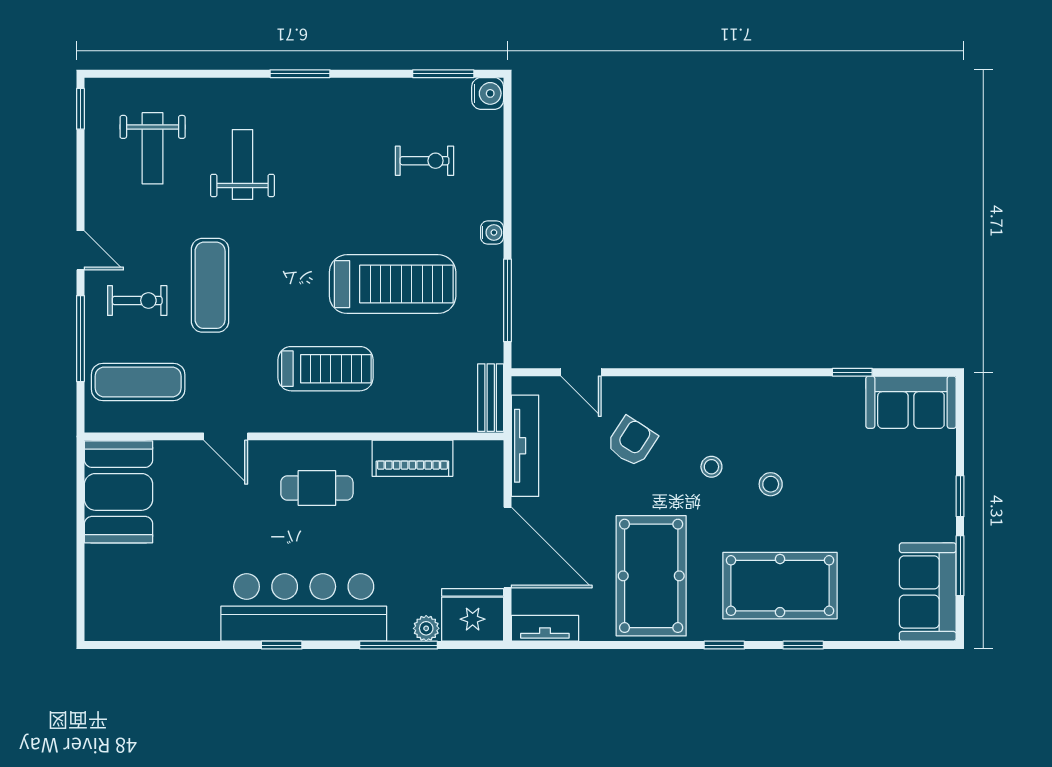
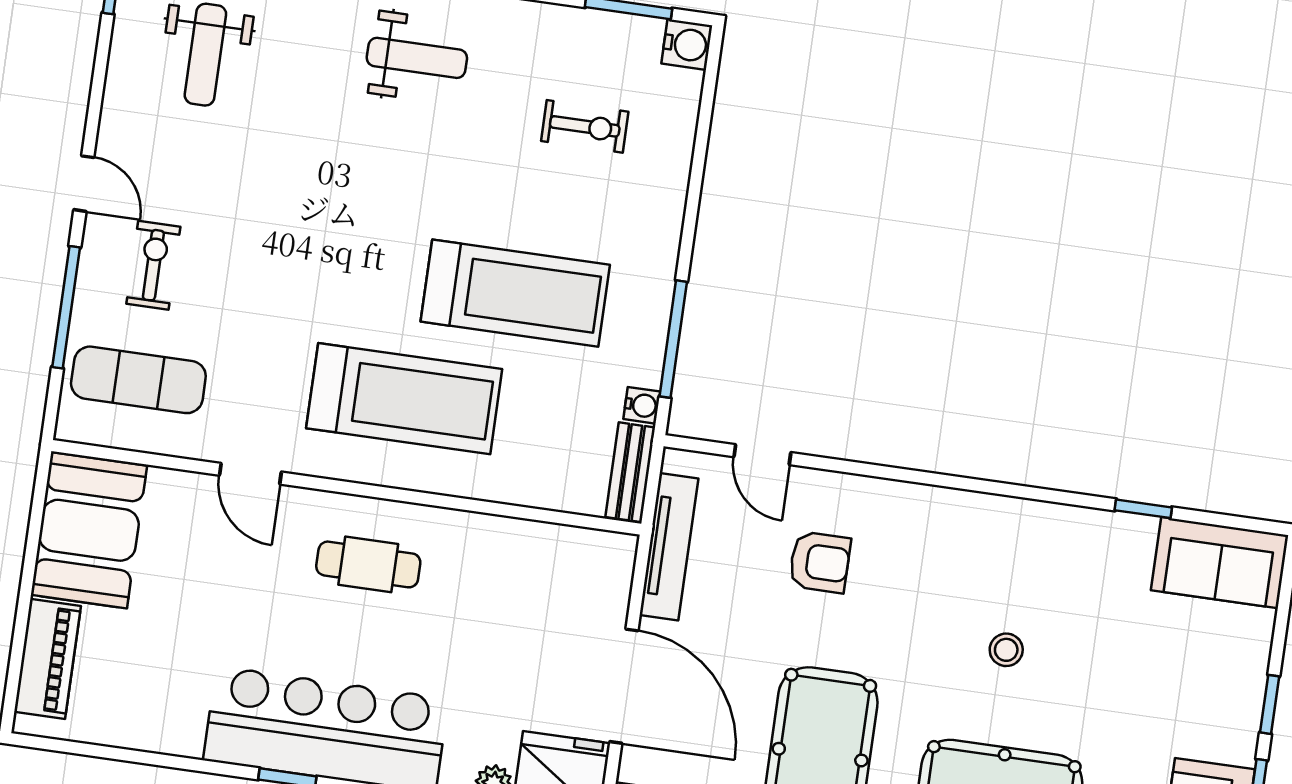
weight bench: (242, 164) -> (417, 58), moved, turned 90
water cooler: (492, 232) -> (642, 405), moved
exercise mat: (210, 285) -> (259, 258), removed
exercise bike: (137, 300) -> (153, 265), turned -90
treadmill: (325, 369) -> (404, 399), width x1.37, depth x1.38
armchair: (632, 442) -> (820, 562), turned 57
piano: (412, 458) -> (48, 659), moved, turned -90
stool: (711, 467) -> (927, 613), removed

